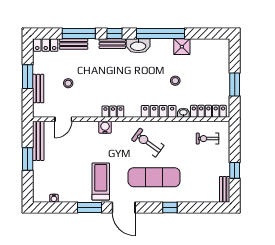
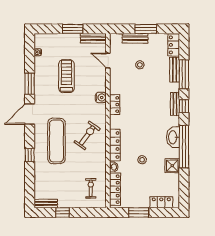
washbasin: (138, 46) -> (173, 137), moved
locker: (223, 59) -> (161, 202), added
bench: (38, 141) -> (93, 38), width x0.73
treadmill: (101, 181) -> (66, 76), moved, turned -90

